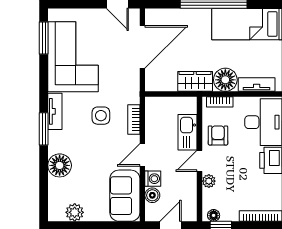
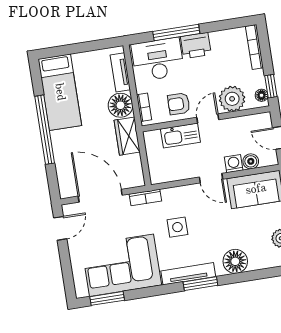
tv unit: (55, 111) -> (188, 274), width x1.41
bookcase: (134, 120) -> (145, 197), moved
door: (200, 161) -> (208, 119), swing flipped
plant: (209, 181) -> (232, 99), width x1.88, depth x1.88

